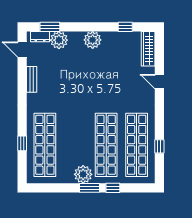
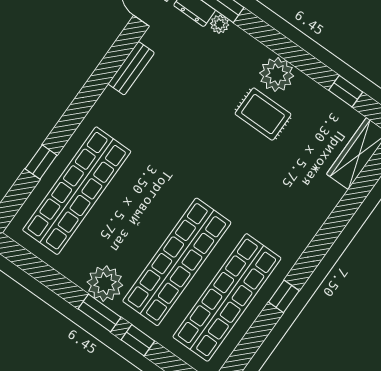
plant: (59, 40) -> (220, 24), width x0.53, depth x0.53
rug: (98, 60) -> (263, 114), added
door: (159, 82) -> (338, 220), removed
window: (159, 146) -> (284, 296), moved

